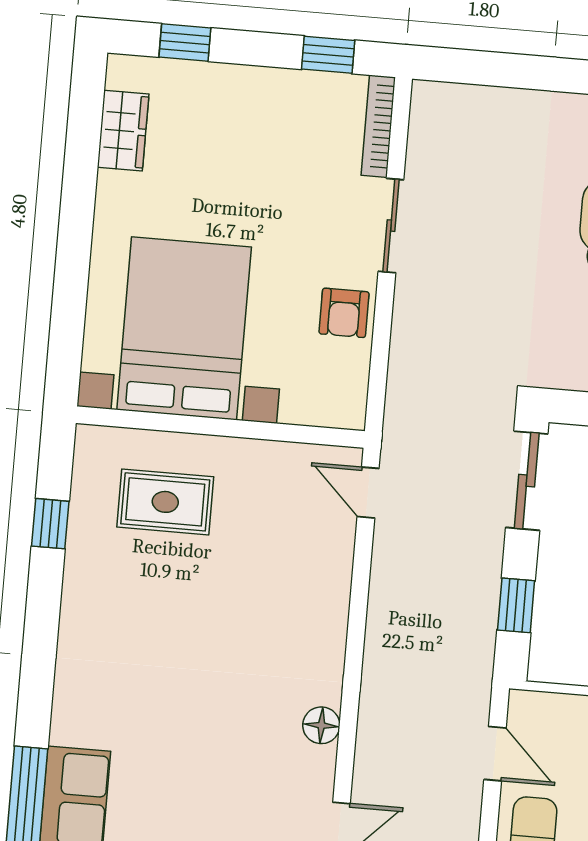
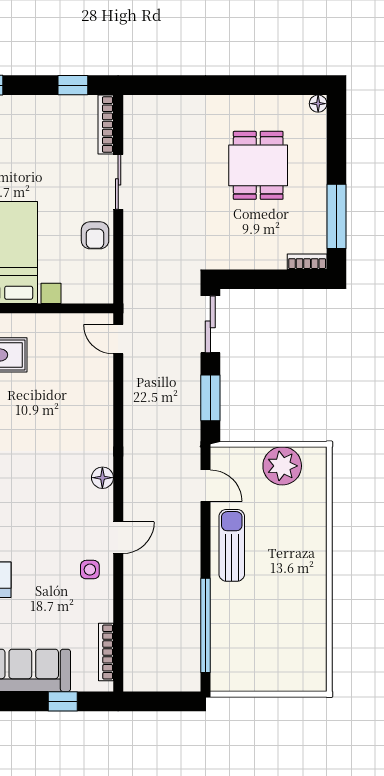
window: (516, 605) -> (210, 398), width x1.50

